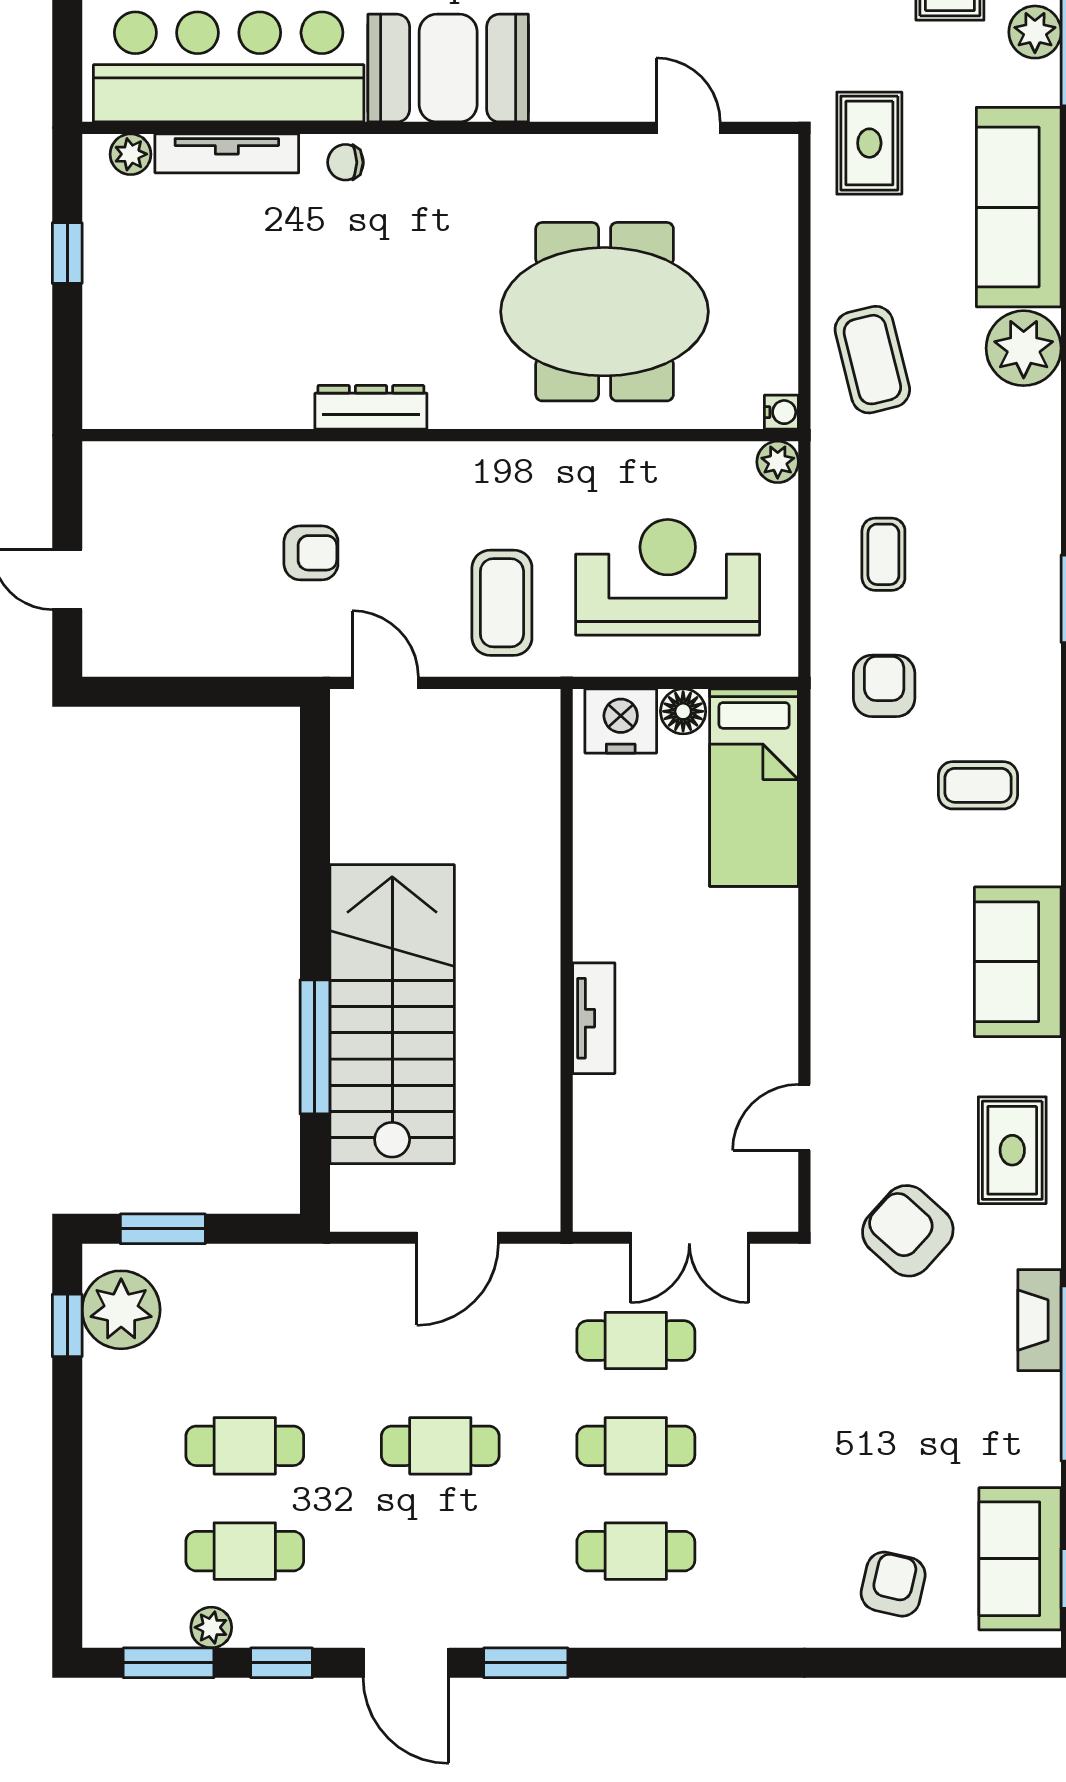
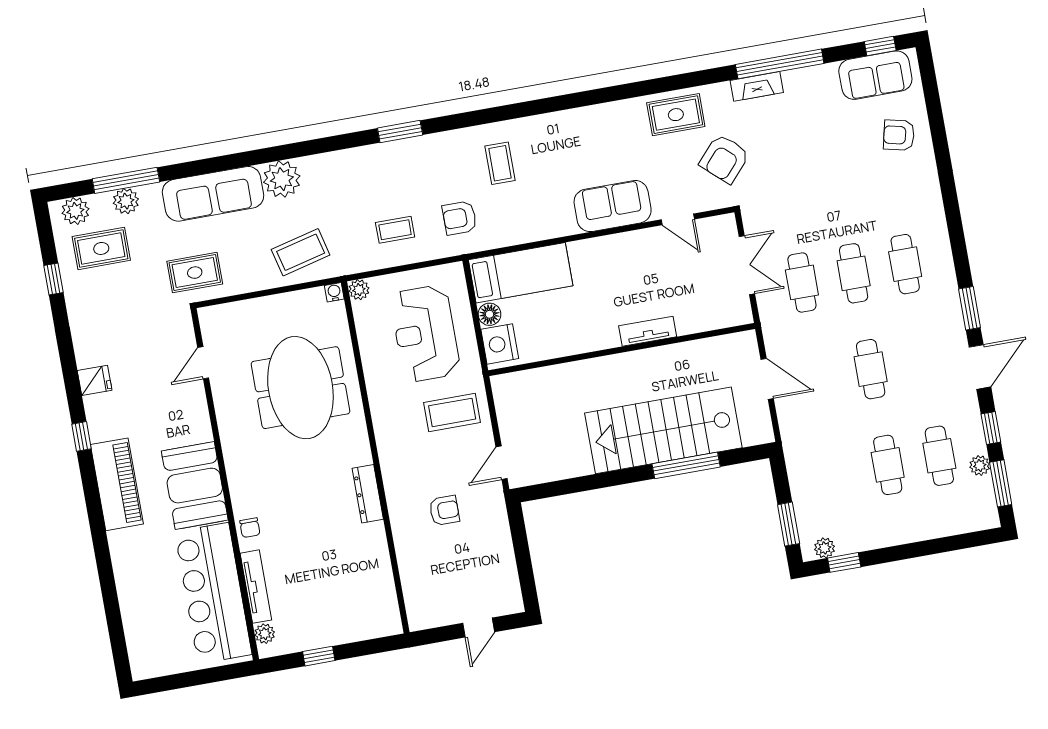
armchair: (311, 553) -> (444, 510), turned 90
sofa: (1018, 962) -> (613, 206), moved, turned 180
plant: (121, 1310) -> (825, 548), width x0.53, depth x0.53

